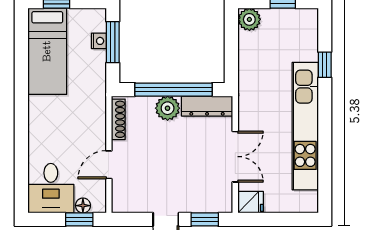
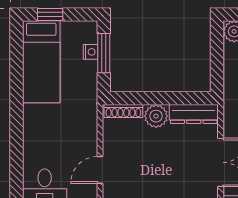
window: (173, 90) -> (162, 98), removed
shoe rack: (118, 119) -> (123, 111), moved, turned 90

